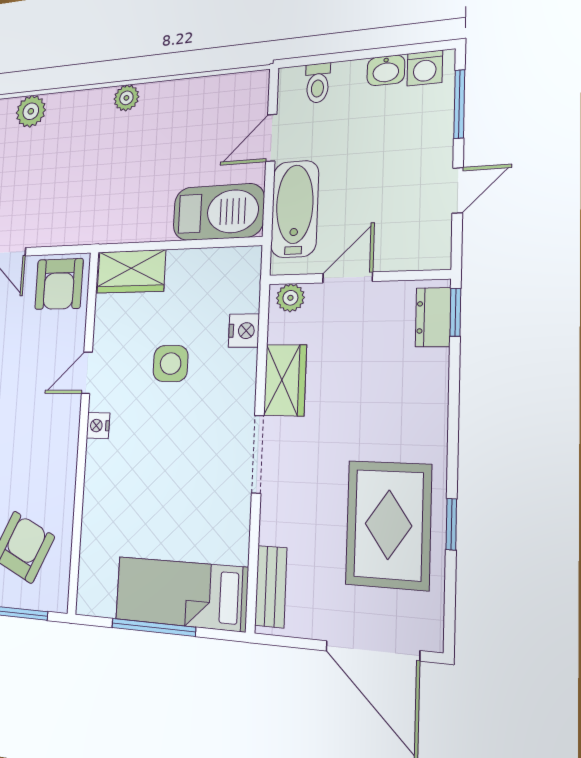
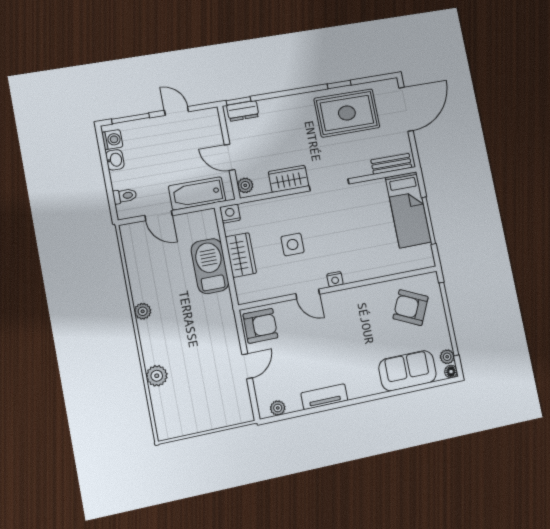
barbecue: (218, 212) -> (210, 266), moved
wardrobe: (131, 272) -> (241, 255), moved
nightstand: (244, 331) -> (230, 214), moved

